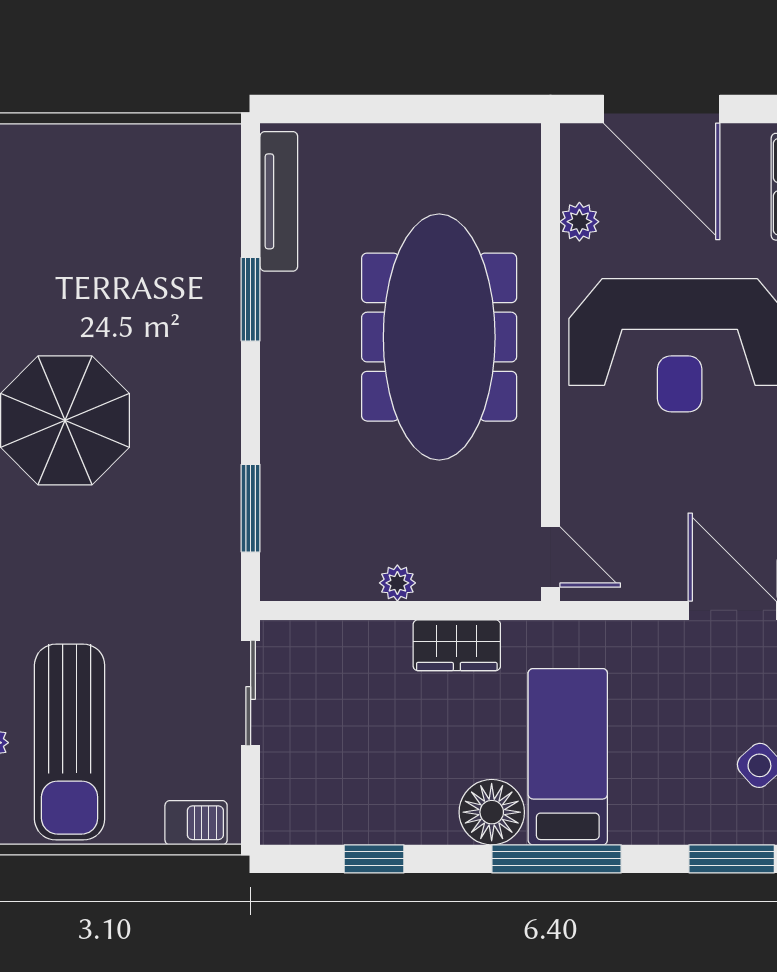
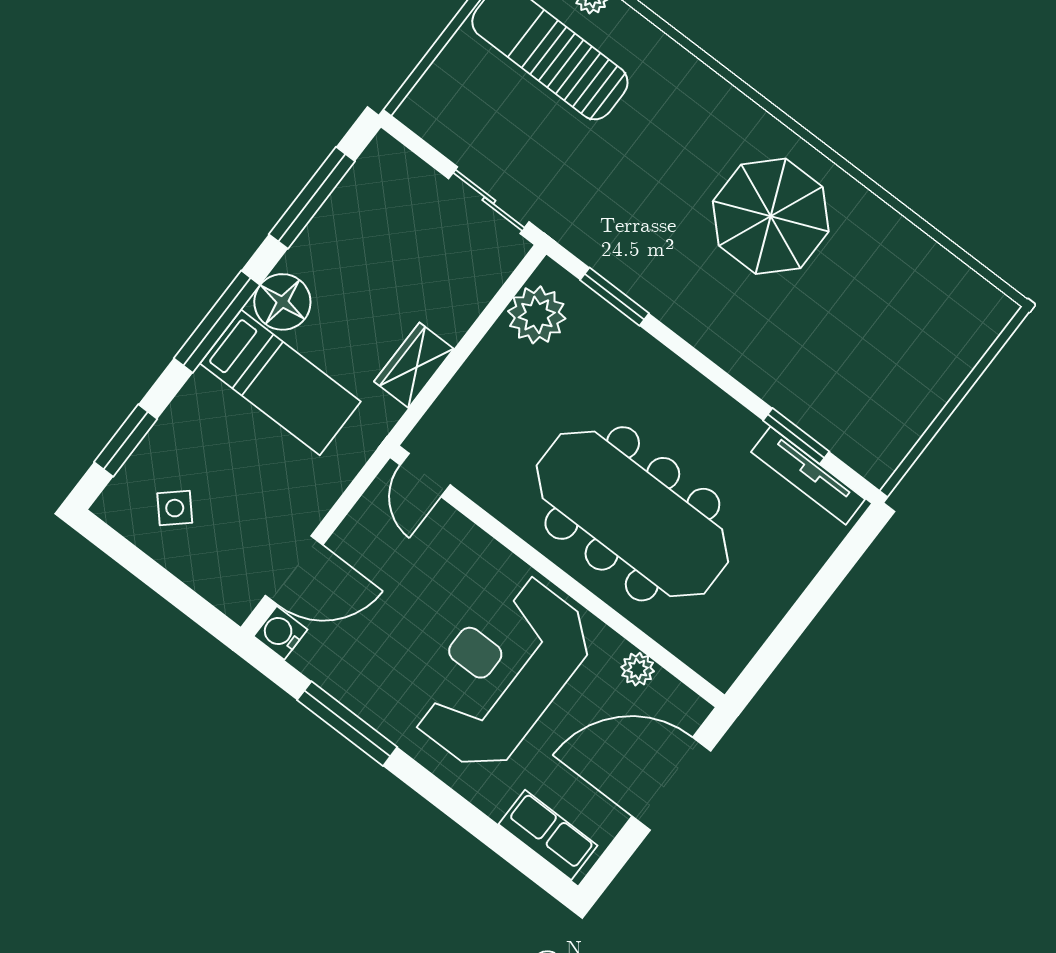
window: (251, 299) -> (796, 436), moved
door: (551, 557) -> (425, 475), hinge flipped
plant: (397, 583) -> (537, 315), moved, width x1.88, depth x1.88
barbecue: (196, 823) -> (429, 96), removed
window: (374, 859) -> (312, 198), width x2.17

